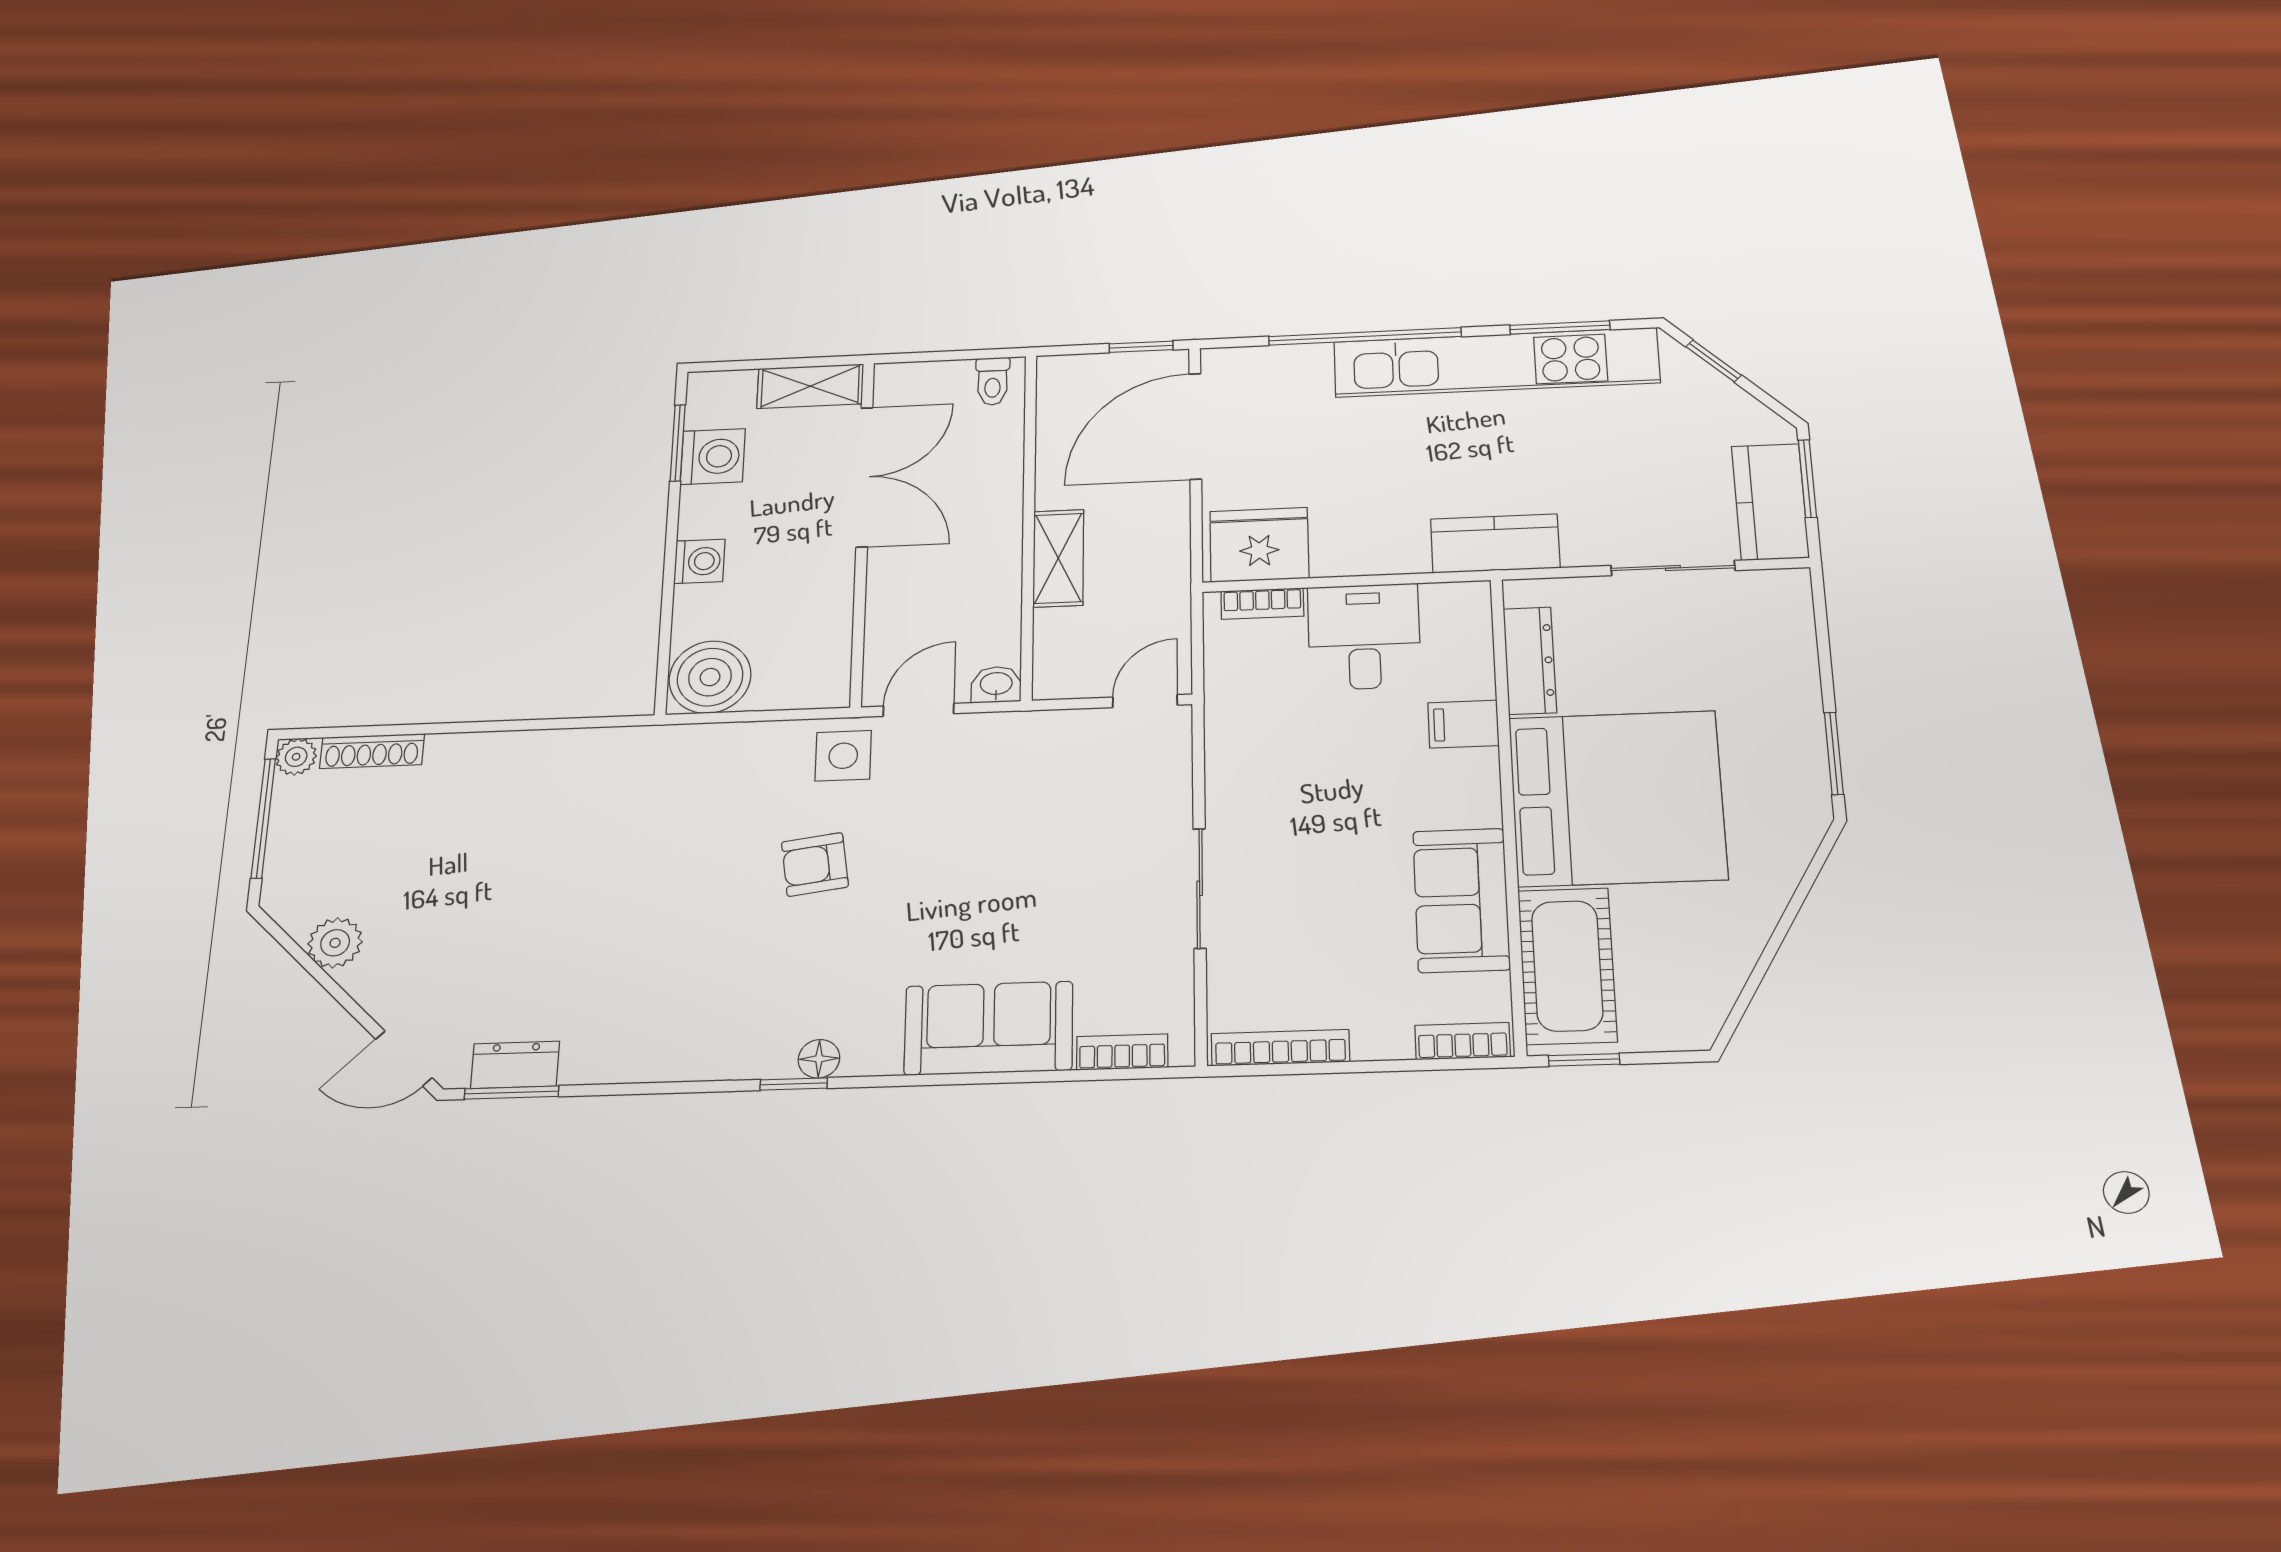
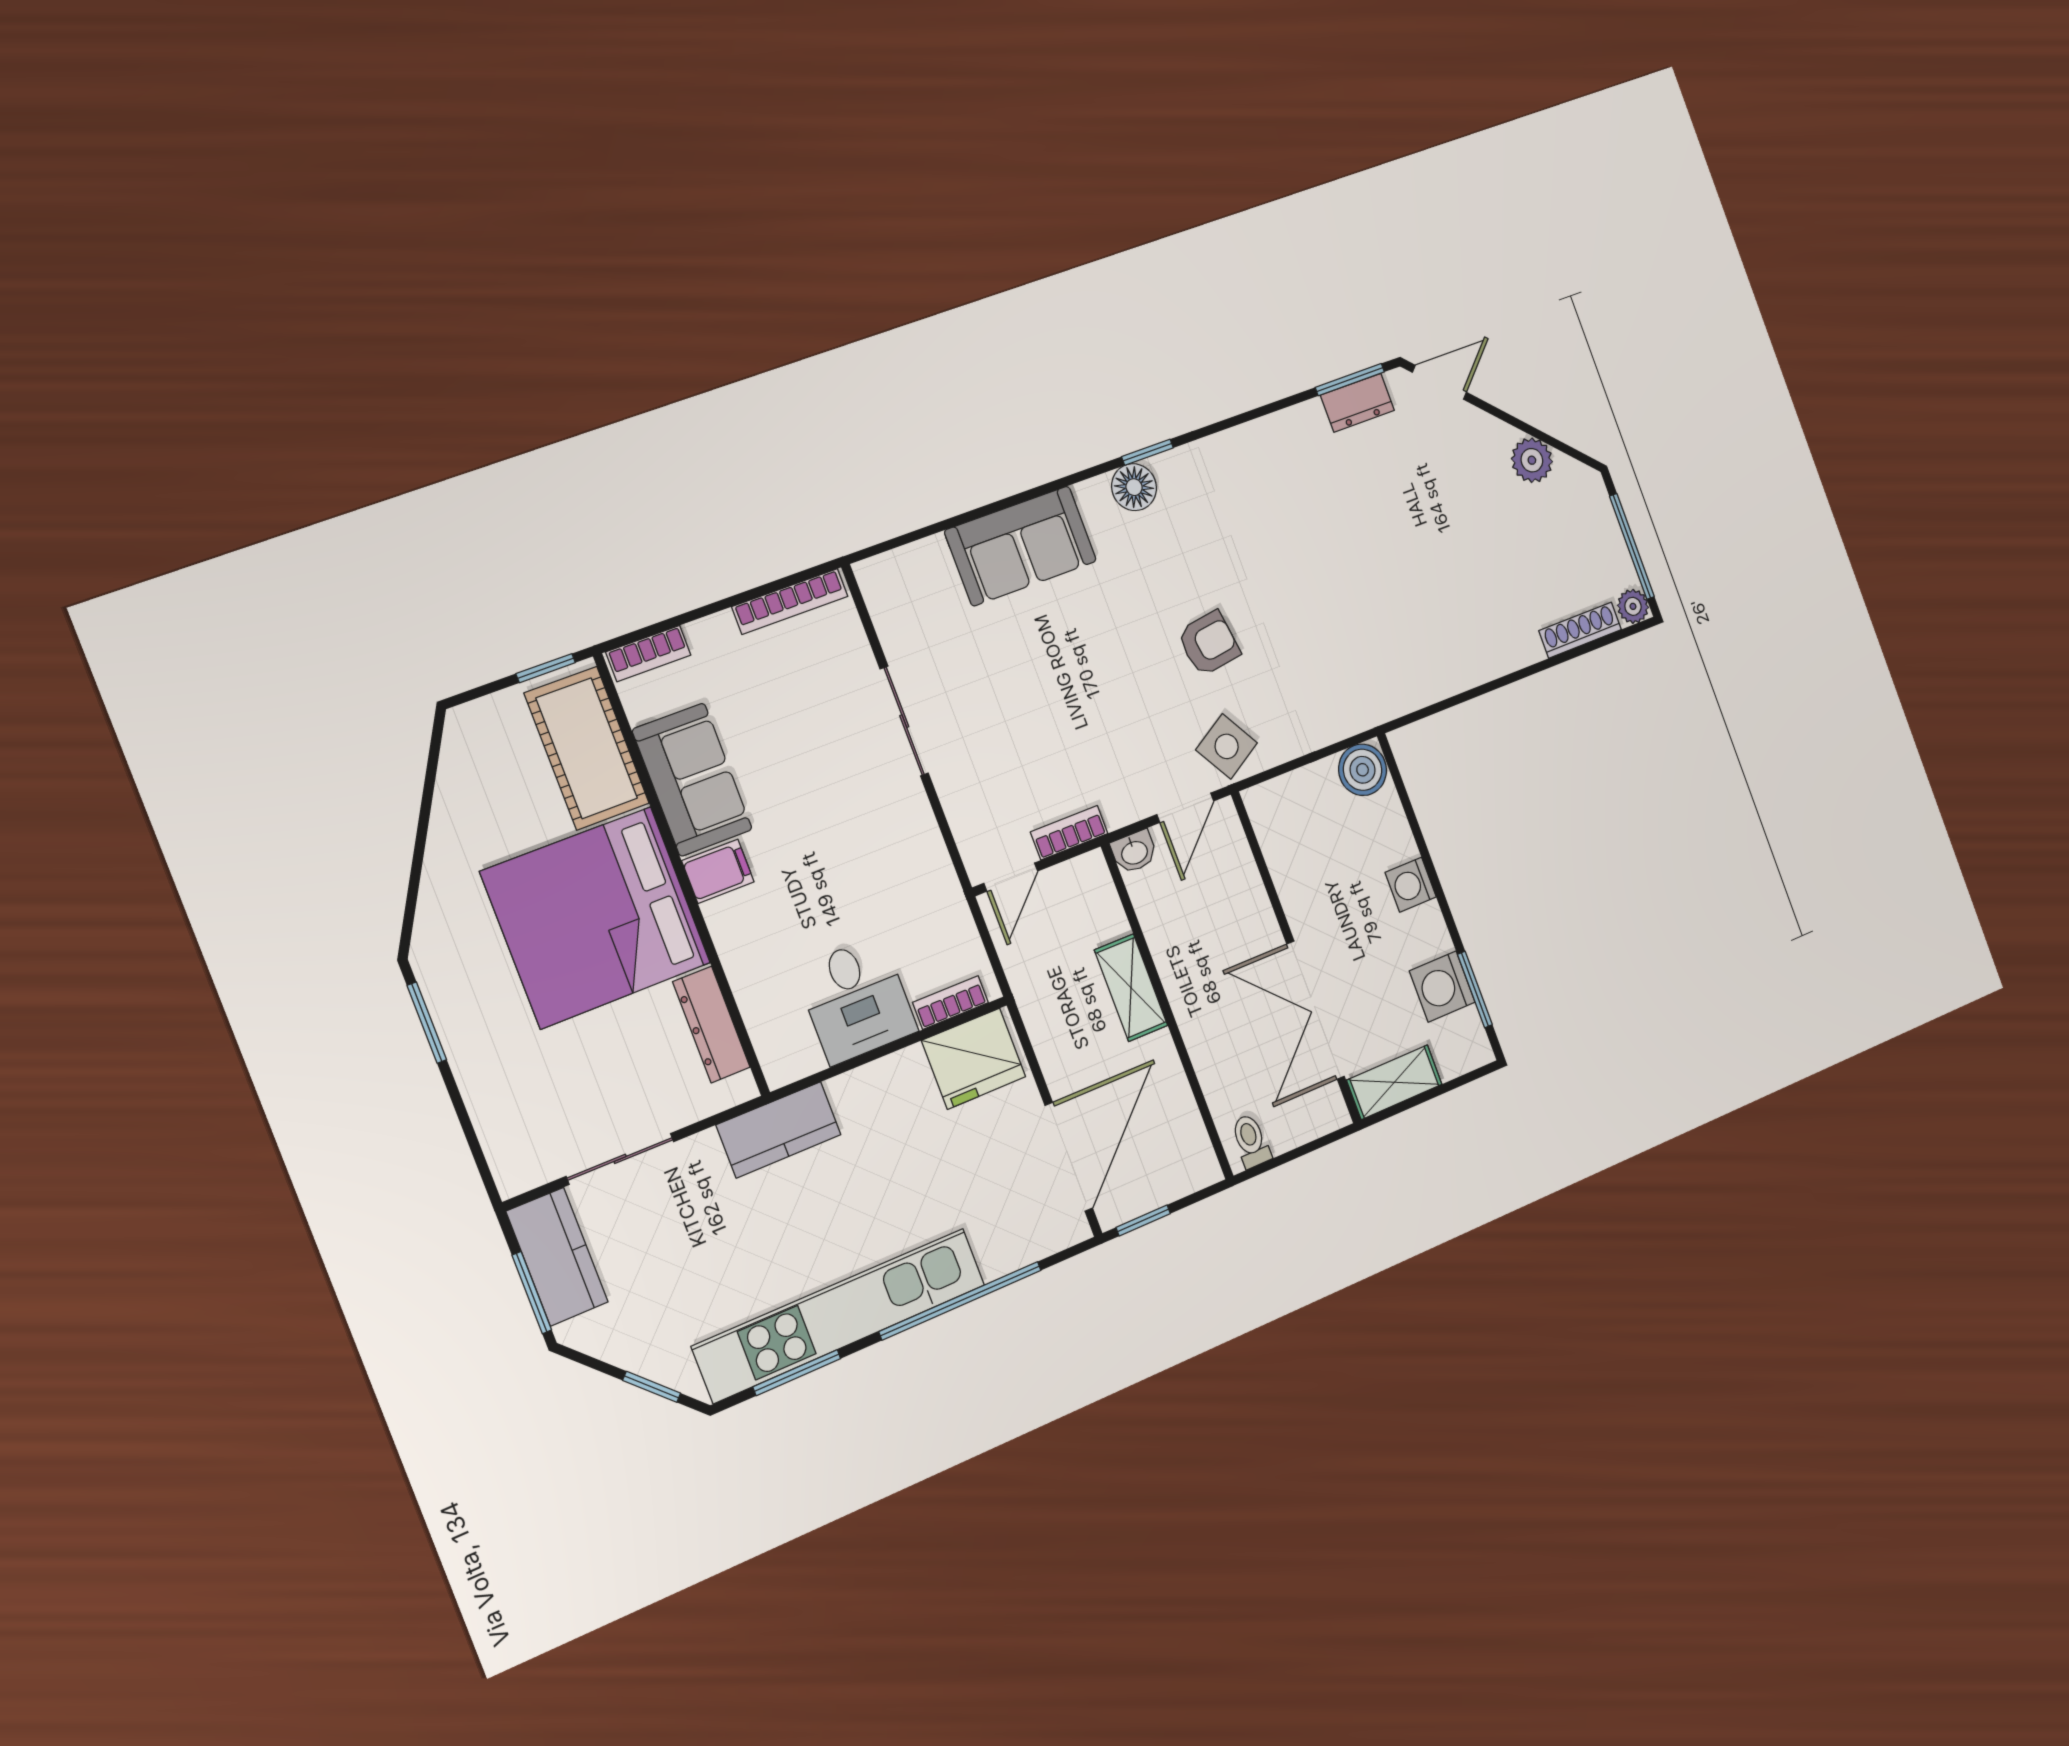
boiler: (710, 677) -> (1363, 770), width x0.73, depth x0.73
filing cabinet: (1463, 724) -> (718, 871), moved
side table: (843, 756) -> (1227, 746), turned -31
bookcase: (1122, 1052) -> (1069, 833), moved, turned 180
floor lamp: (819, 1059) -> (1134, 487), width x1.37, depth x1.37

